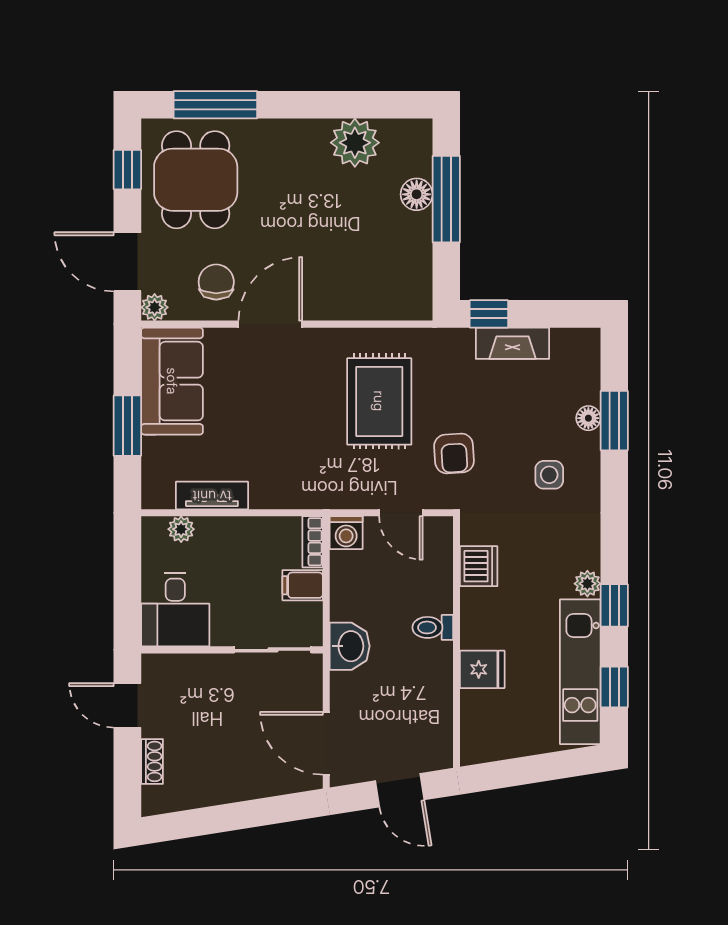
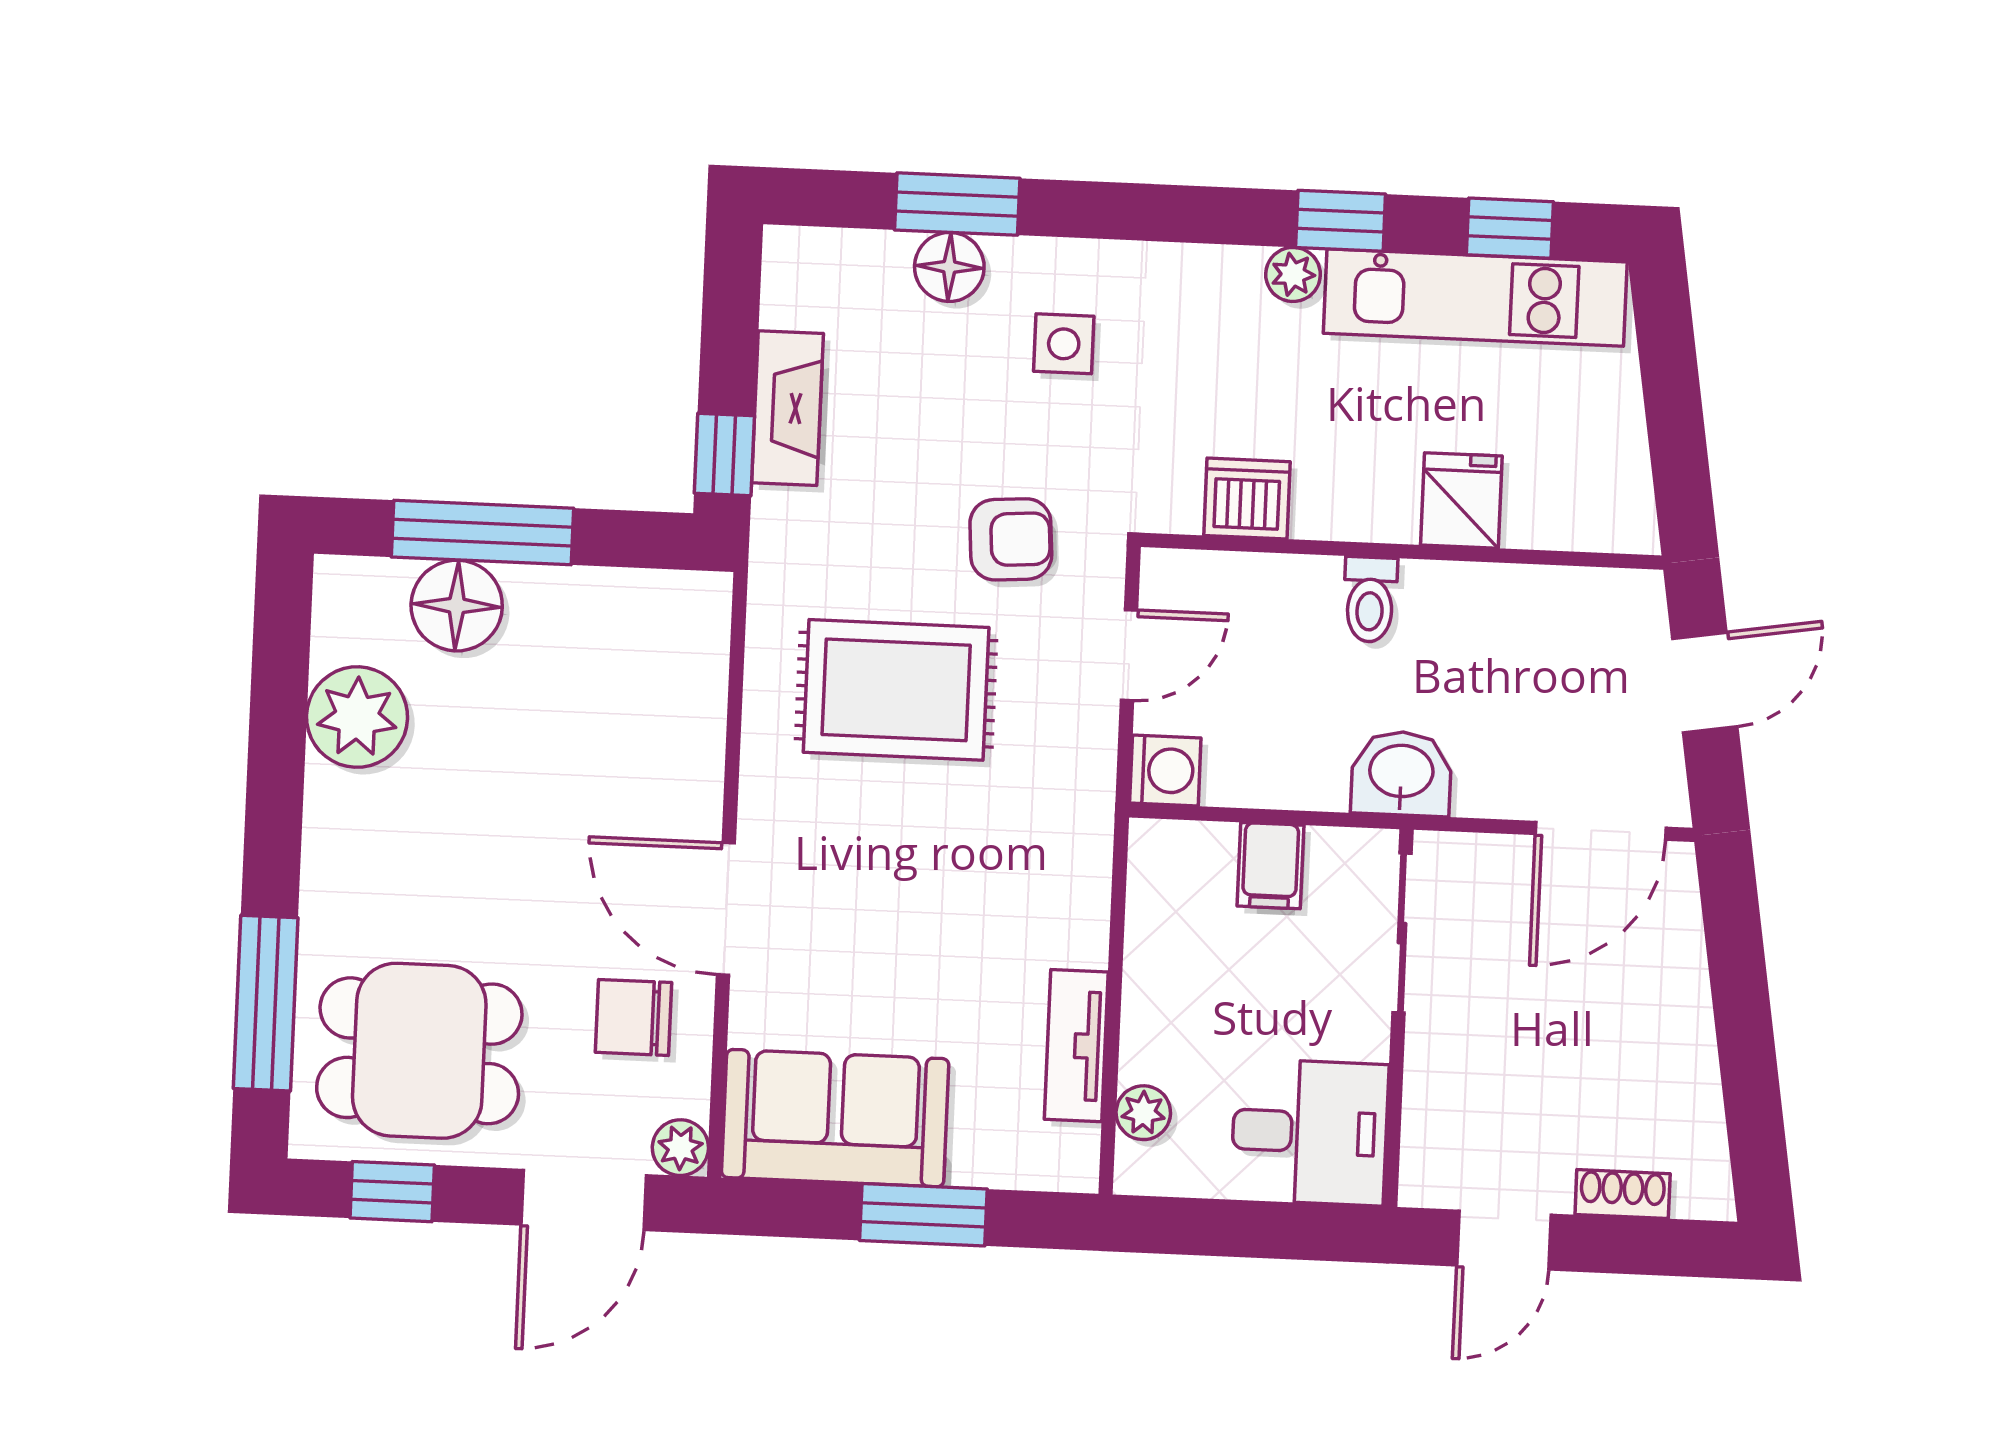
floor lamp: (417, 194) -> (457, 606), width x1.38, depth x1.38
floor lamp: (588, 418) -> (949, 267), width x1.37, depth x1.37
bookcase: (313, 542) -> (1181, 841), removed

